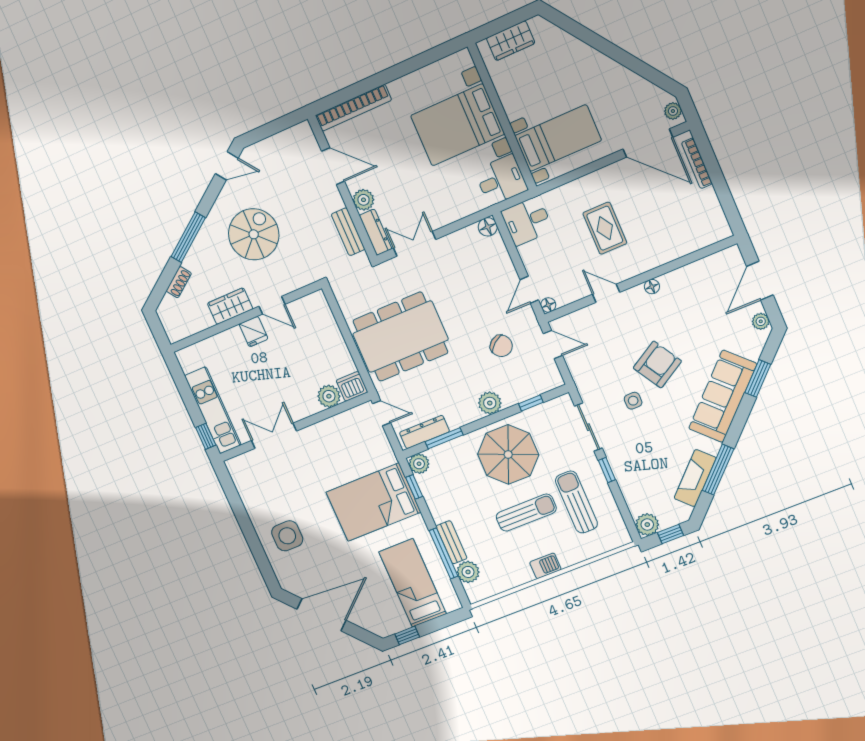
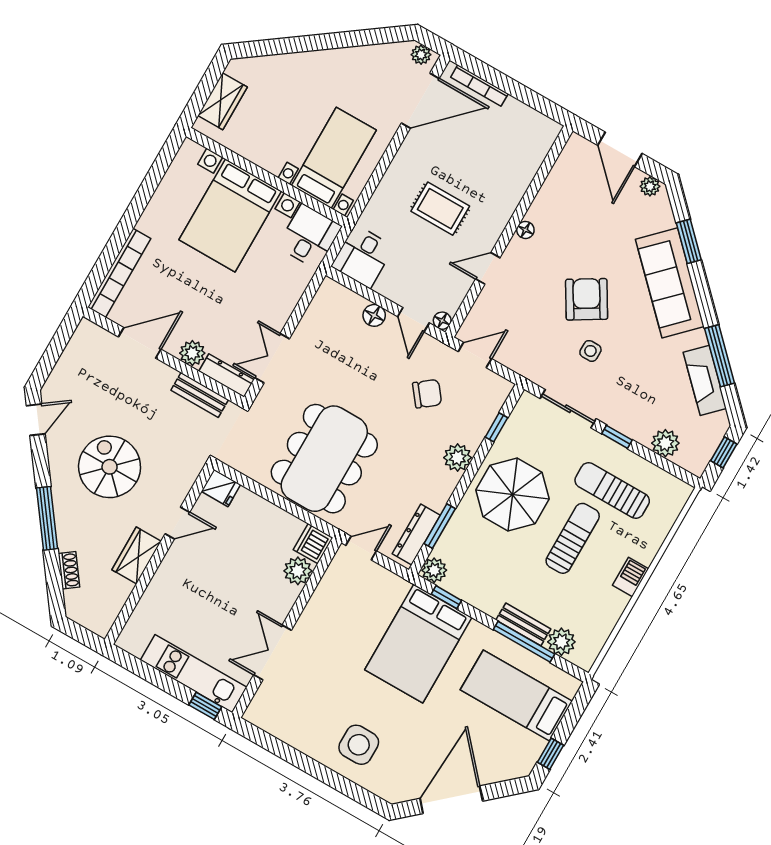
floor lamp: (488, 227) -> (374, 315), moved
fridge: (254, 332) -> (221, 488), moved
plant: (647, 525) -> (665, 443), moved

